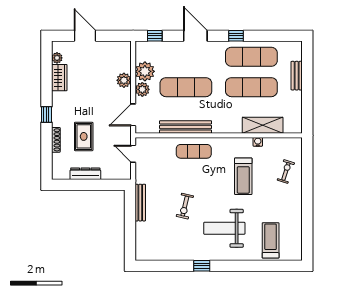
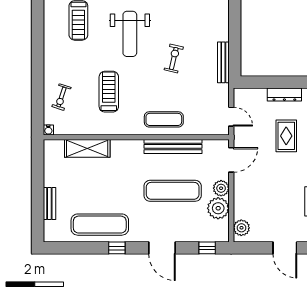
plant: (124, 80) -> (241, 228), moved
exercise mat: (251, 87) -> (100, 191), removed
water cooler: (258, 142) -> (48, 130), moved
weight bench: (224, 228) -> (130, 34), turned 90

